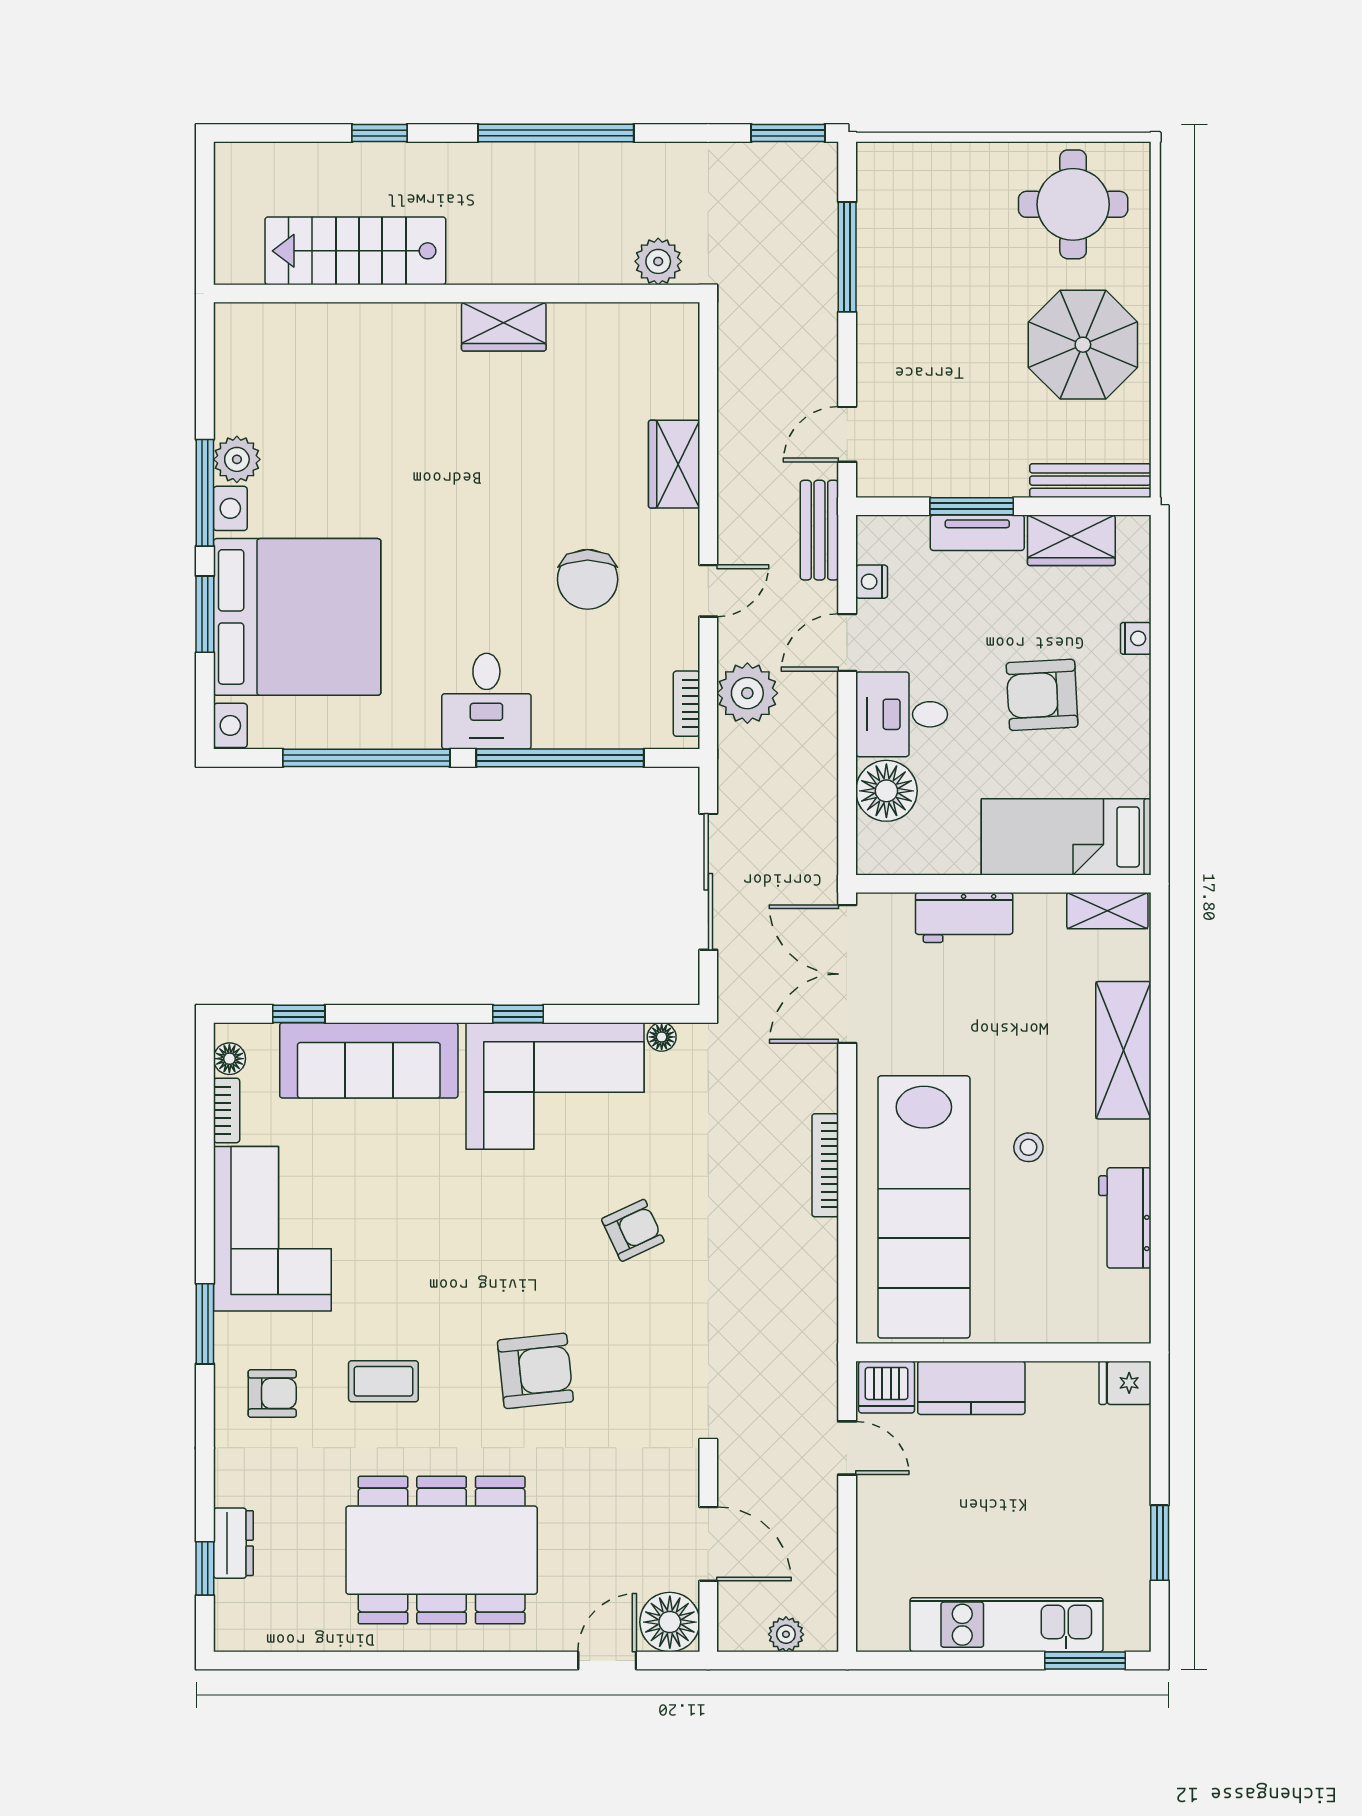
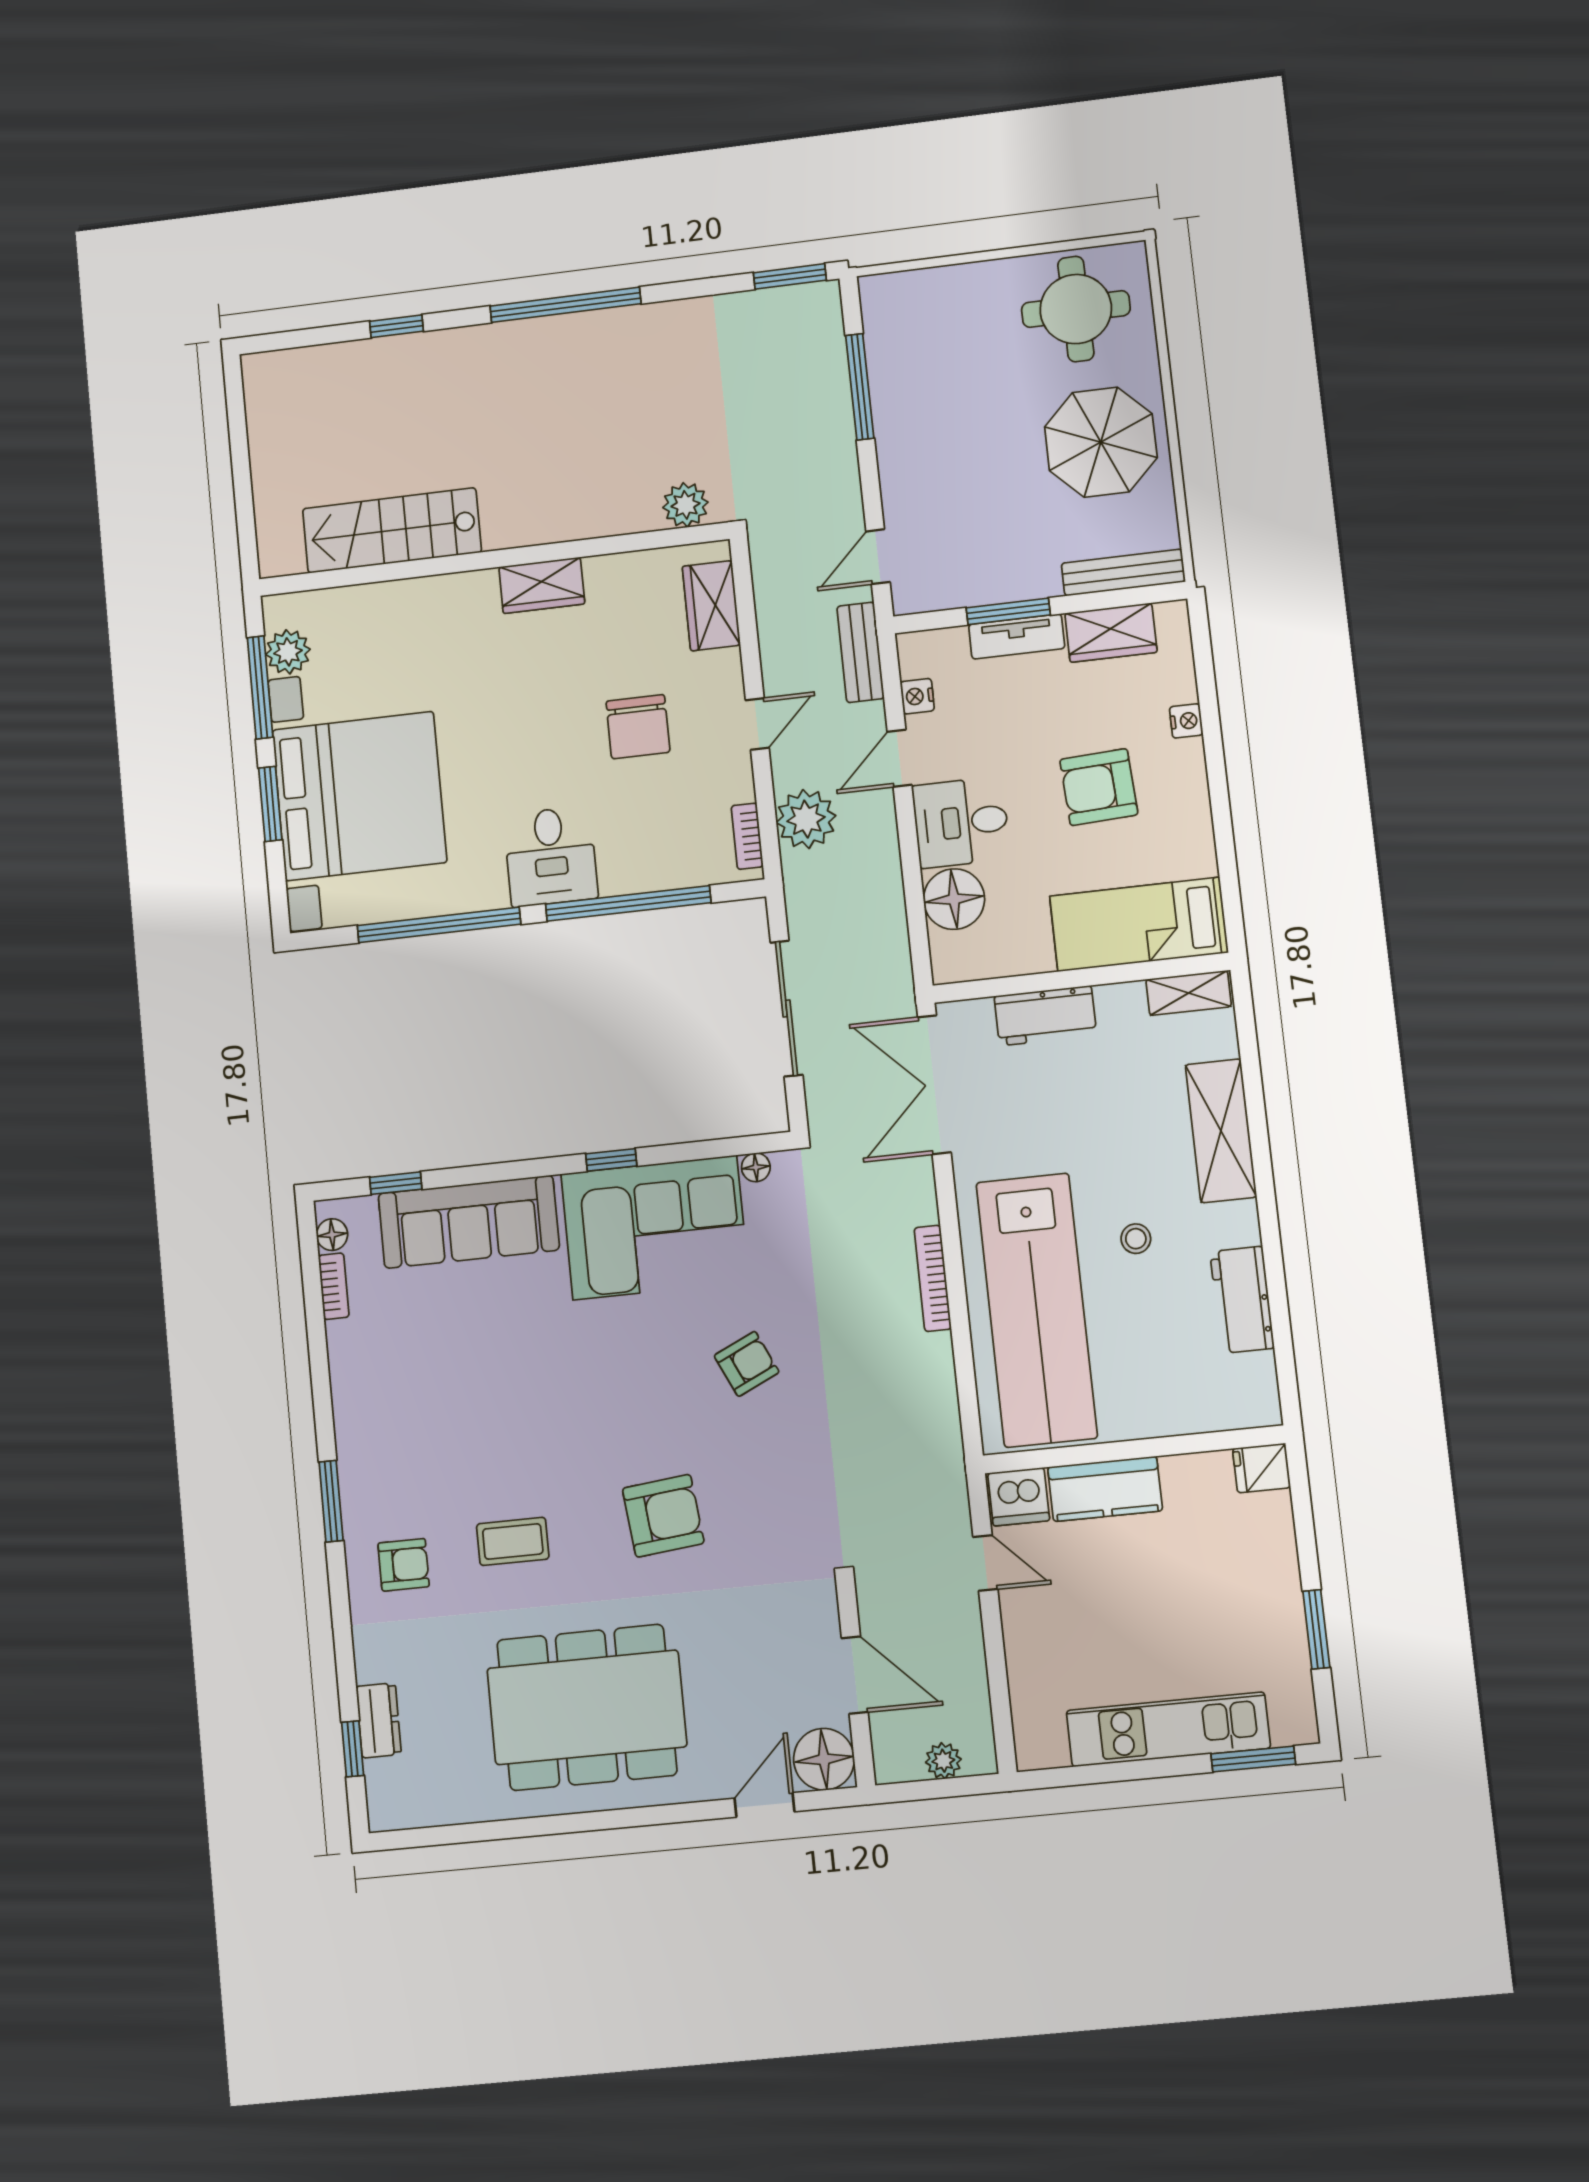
stairs: (355, 251) -> (392, 530), moved
plant: (658, 261) -> (685, 505), moved
wall: (457, 294) -> (493, 559), moved
wardrobe: (504, 327) -> (542, 585), moved
corner sofa: (272, 1229) -> (389, 1399), removed

